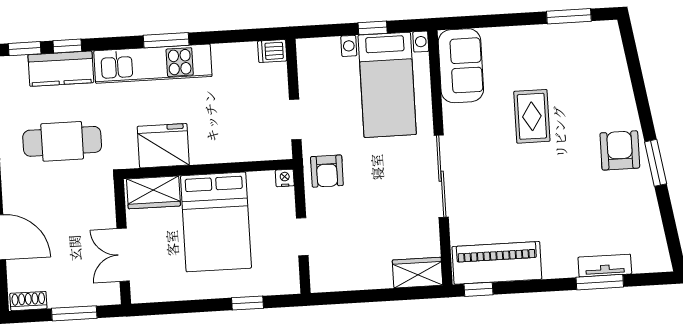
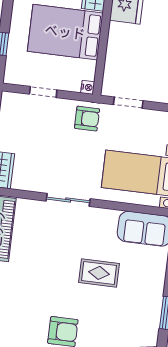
armchair: (327, 171) -> (87, 119), turned 180
sliding door: (441, 176) -> (68, 200), width x0.73

